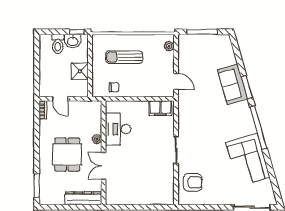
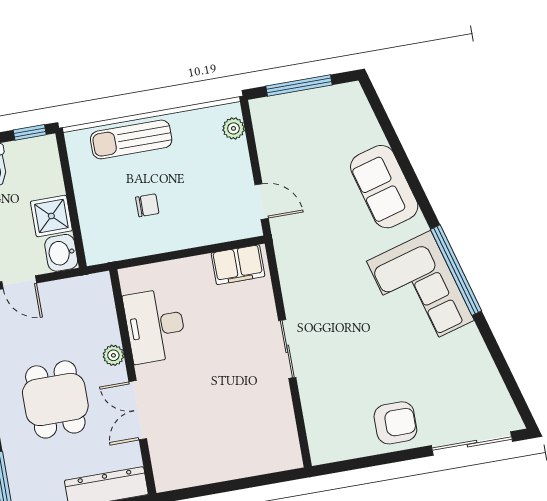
washbasin: (73, 41) -> (61, 253), moved, turned 90
sun lounger: (124, 57) -> (131, 139), moved
chair: (114, 87) -> (147, 205), moved
window: (247, 87) -> (416, 187), removed
corner sofa: (248, 160) -> (420, 291), moved
armchair: (193, 182) -> (395, 423), moved

